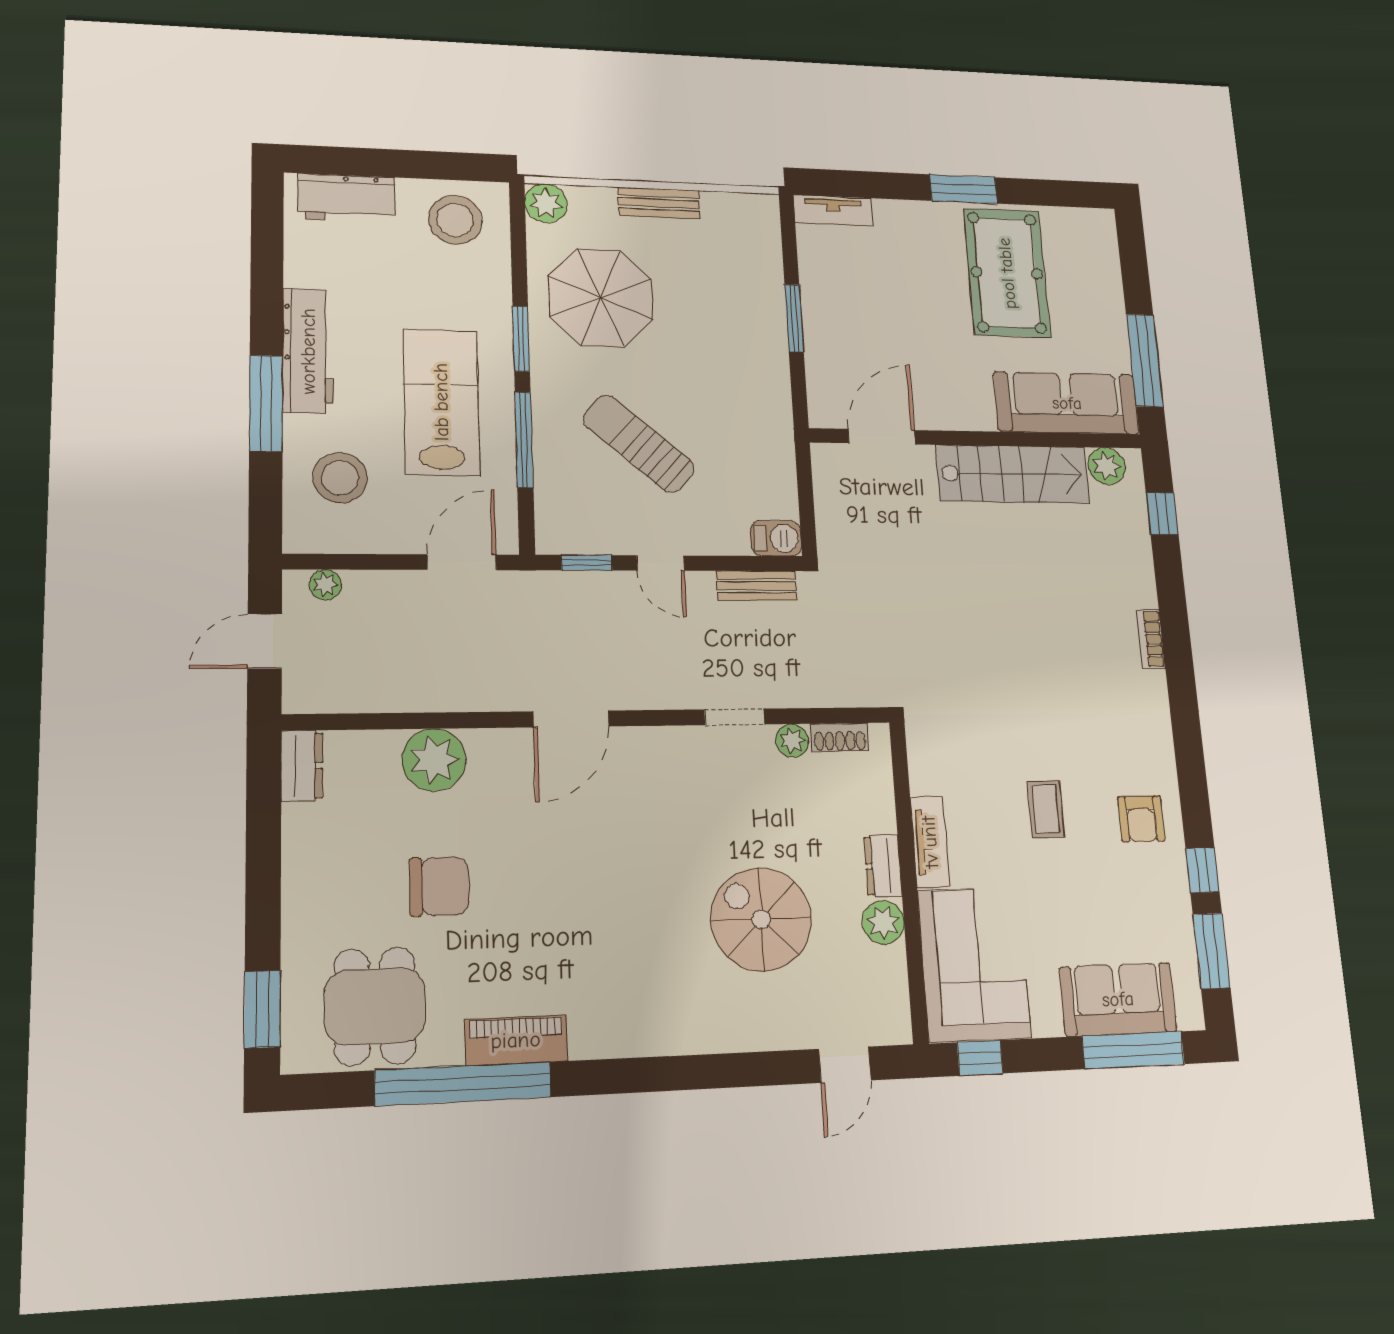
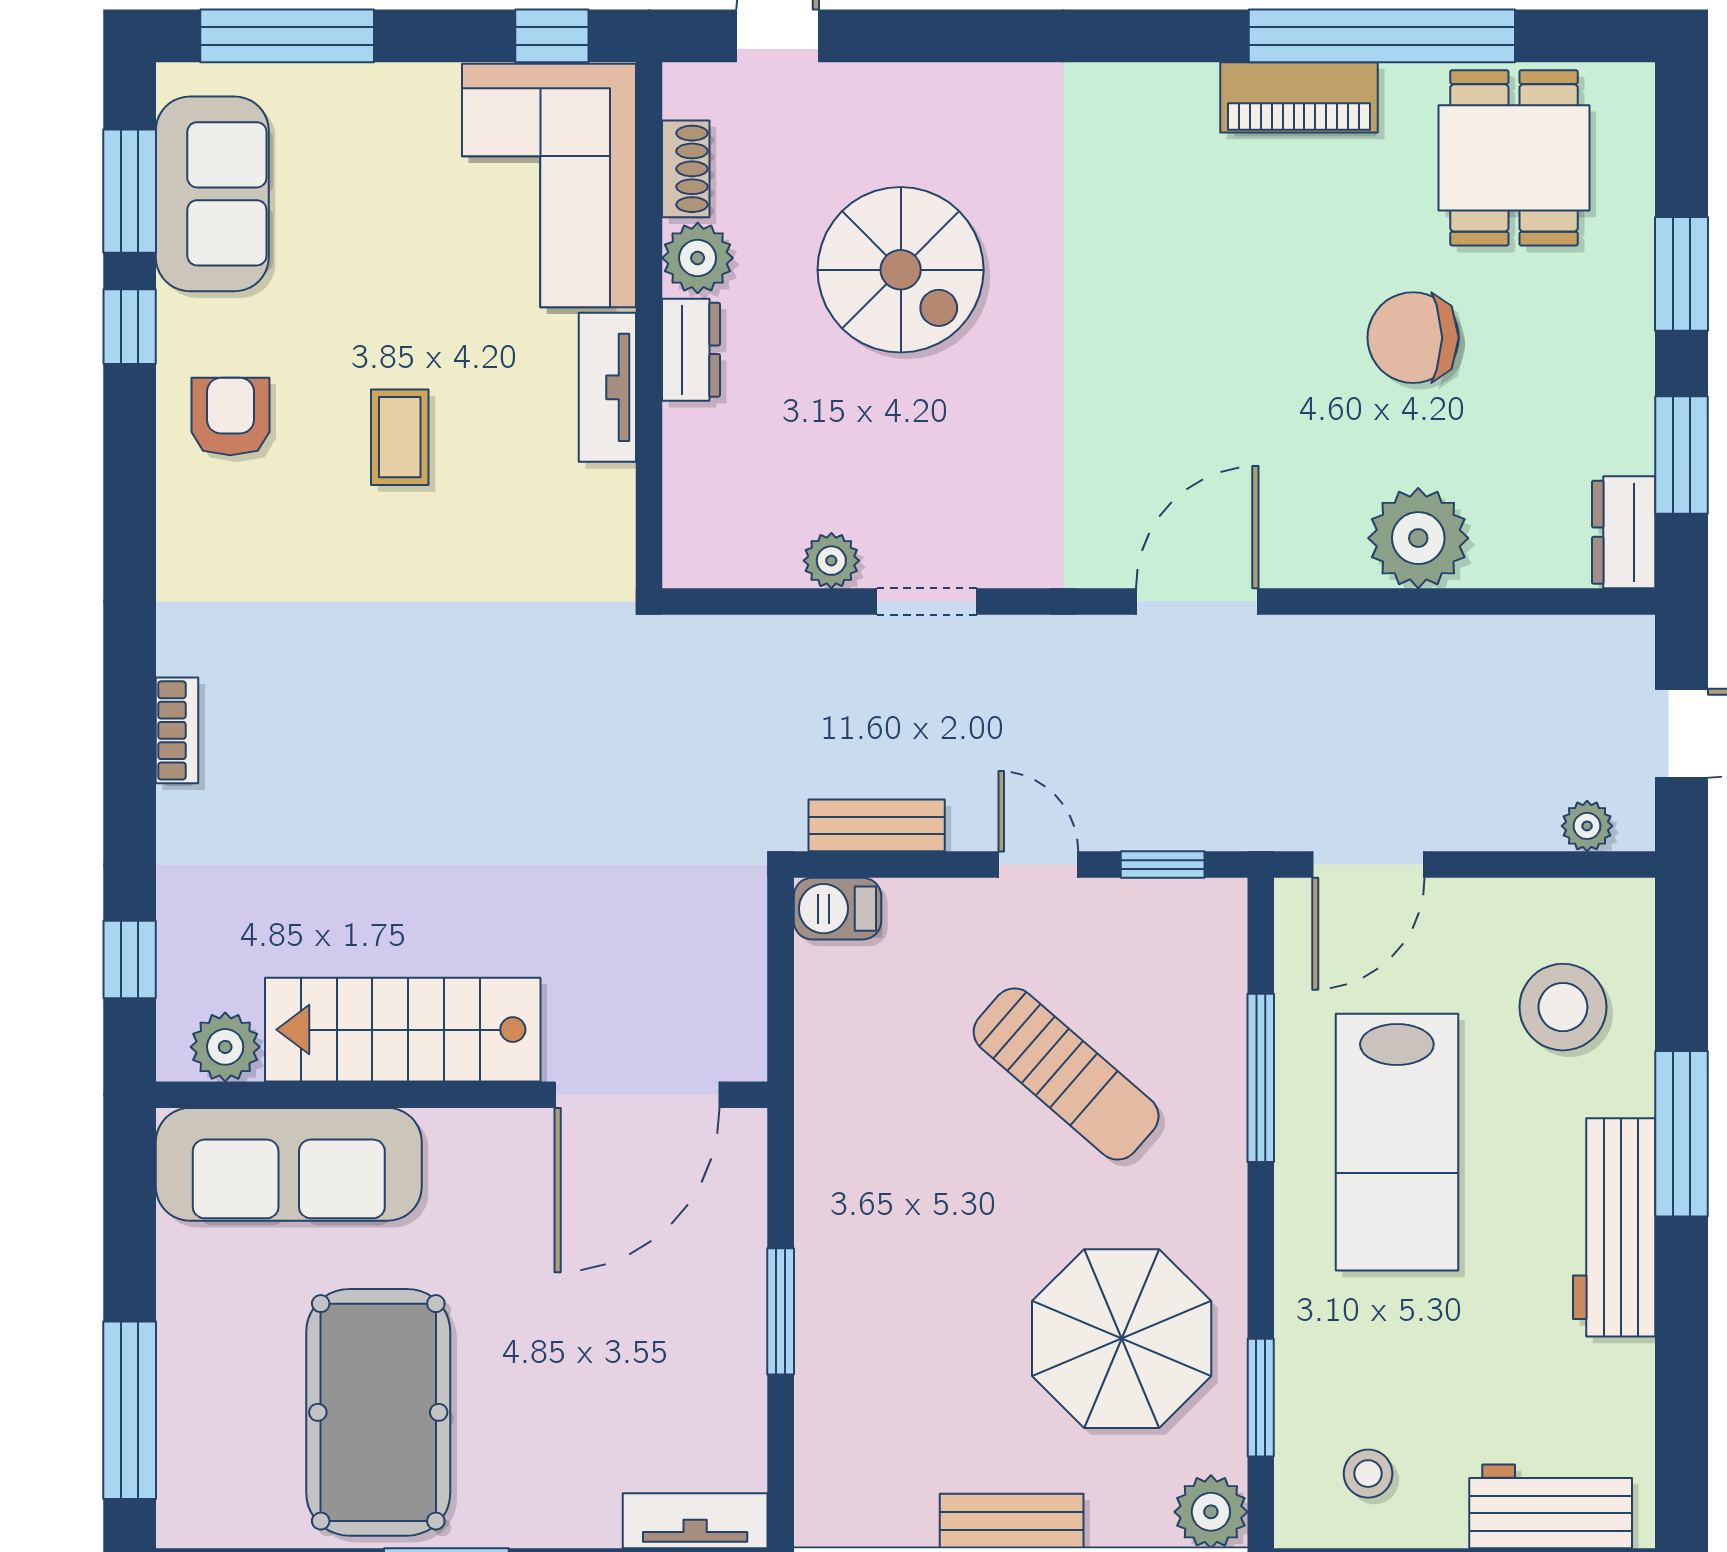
stool: (455, 220) -> (1368, 1474), width x0.53, depth x0.53
window: (521, 339) -> (1261, 1398), moved
window: (1145, 360) -> (130, 1410), moved
door: (882, 437) -> (637, 1095), width x1.36
shoe rack: (840, 737) -> (686, 169), moved, turned 90
window: (264, 816) -> (1682, 455), added
sofa: (1118, 999) -> (212, 194), moved, turned -90
window: (262, 1009) -> (1682, 274), moved

